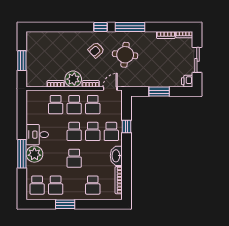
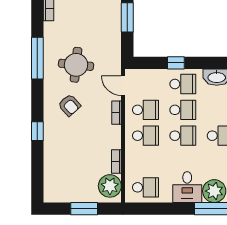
window: (101, 27) -> (37, 131), moved
plant: (73, 79) -> (110, 186), moved
school desk: (56, 105) -> (145, 187), moved

